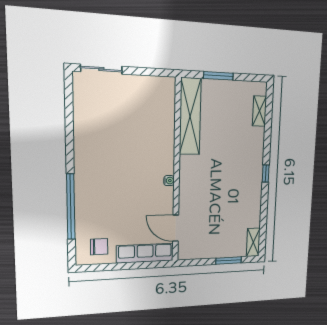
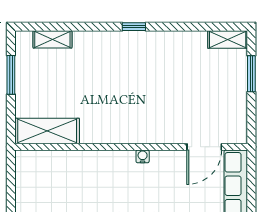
window: (218, 76) -> (11, 75), moved
shelving: (190, 116) -> (47, 131), width x0.68

